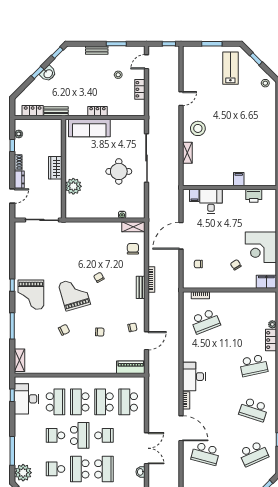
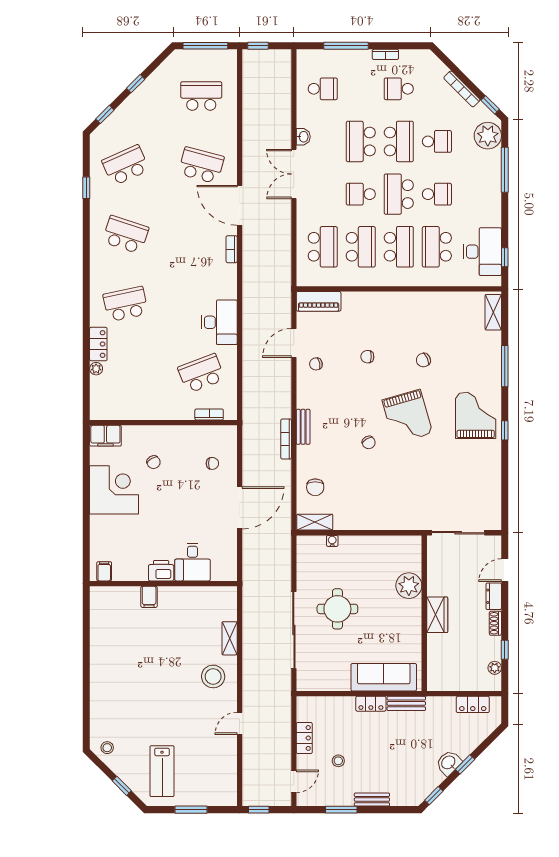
bench: (56, 111) -> (406, 703), moved
filing cabinet: (194, 195) -> (104, 571), moved
printer: (254, 196) -> (161, 571), moved
desk: (194, 377) -> (219, 322), moved

